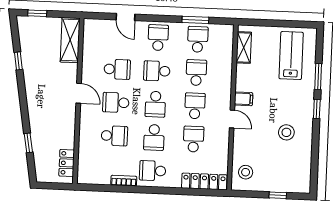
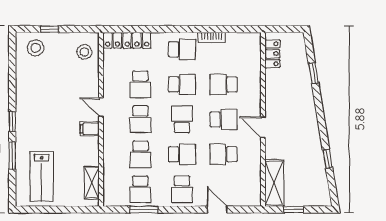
window: (37, 13) -> (294, 210), moved
stool: (286, 132) -> (36, 48), moved
school desk: (154, 137) -> (182, 84), turned 90

